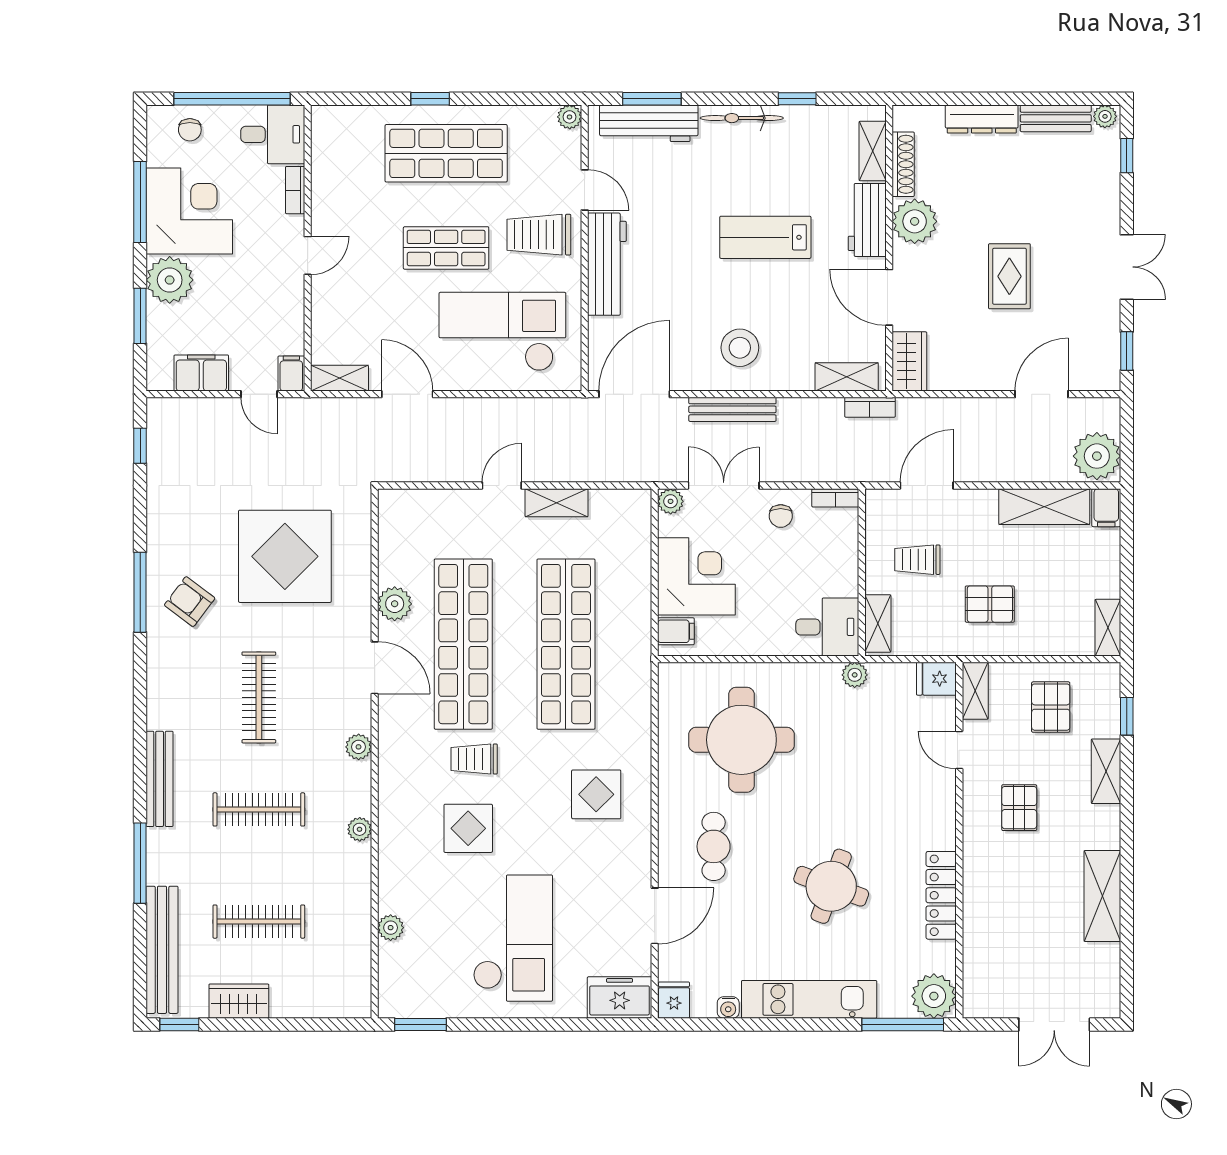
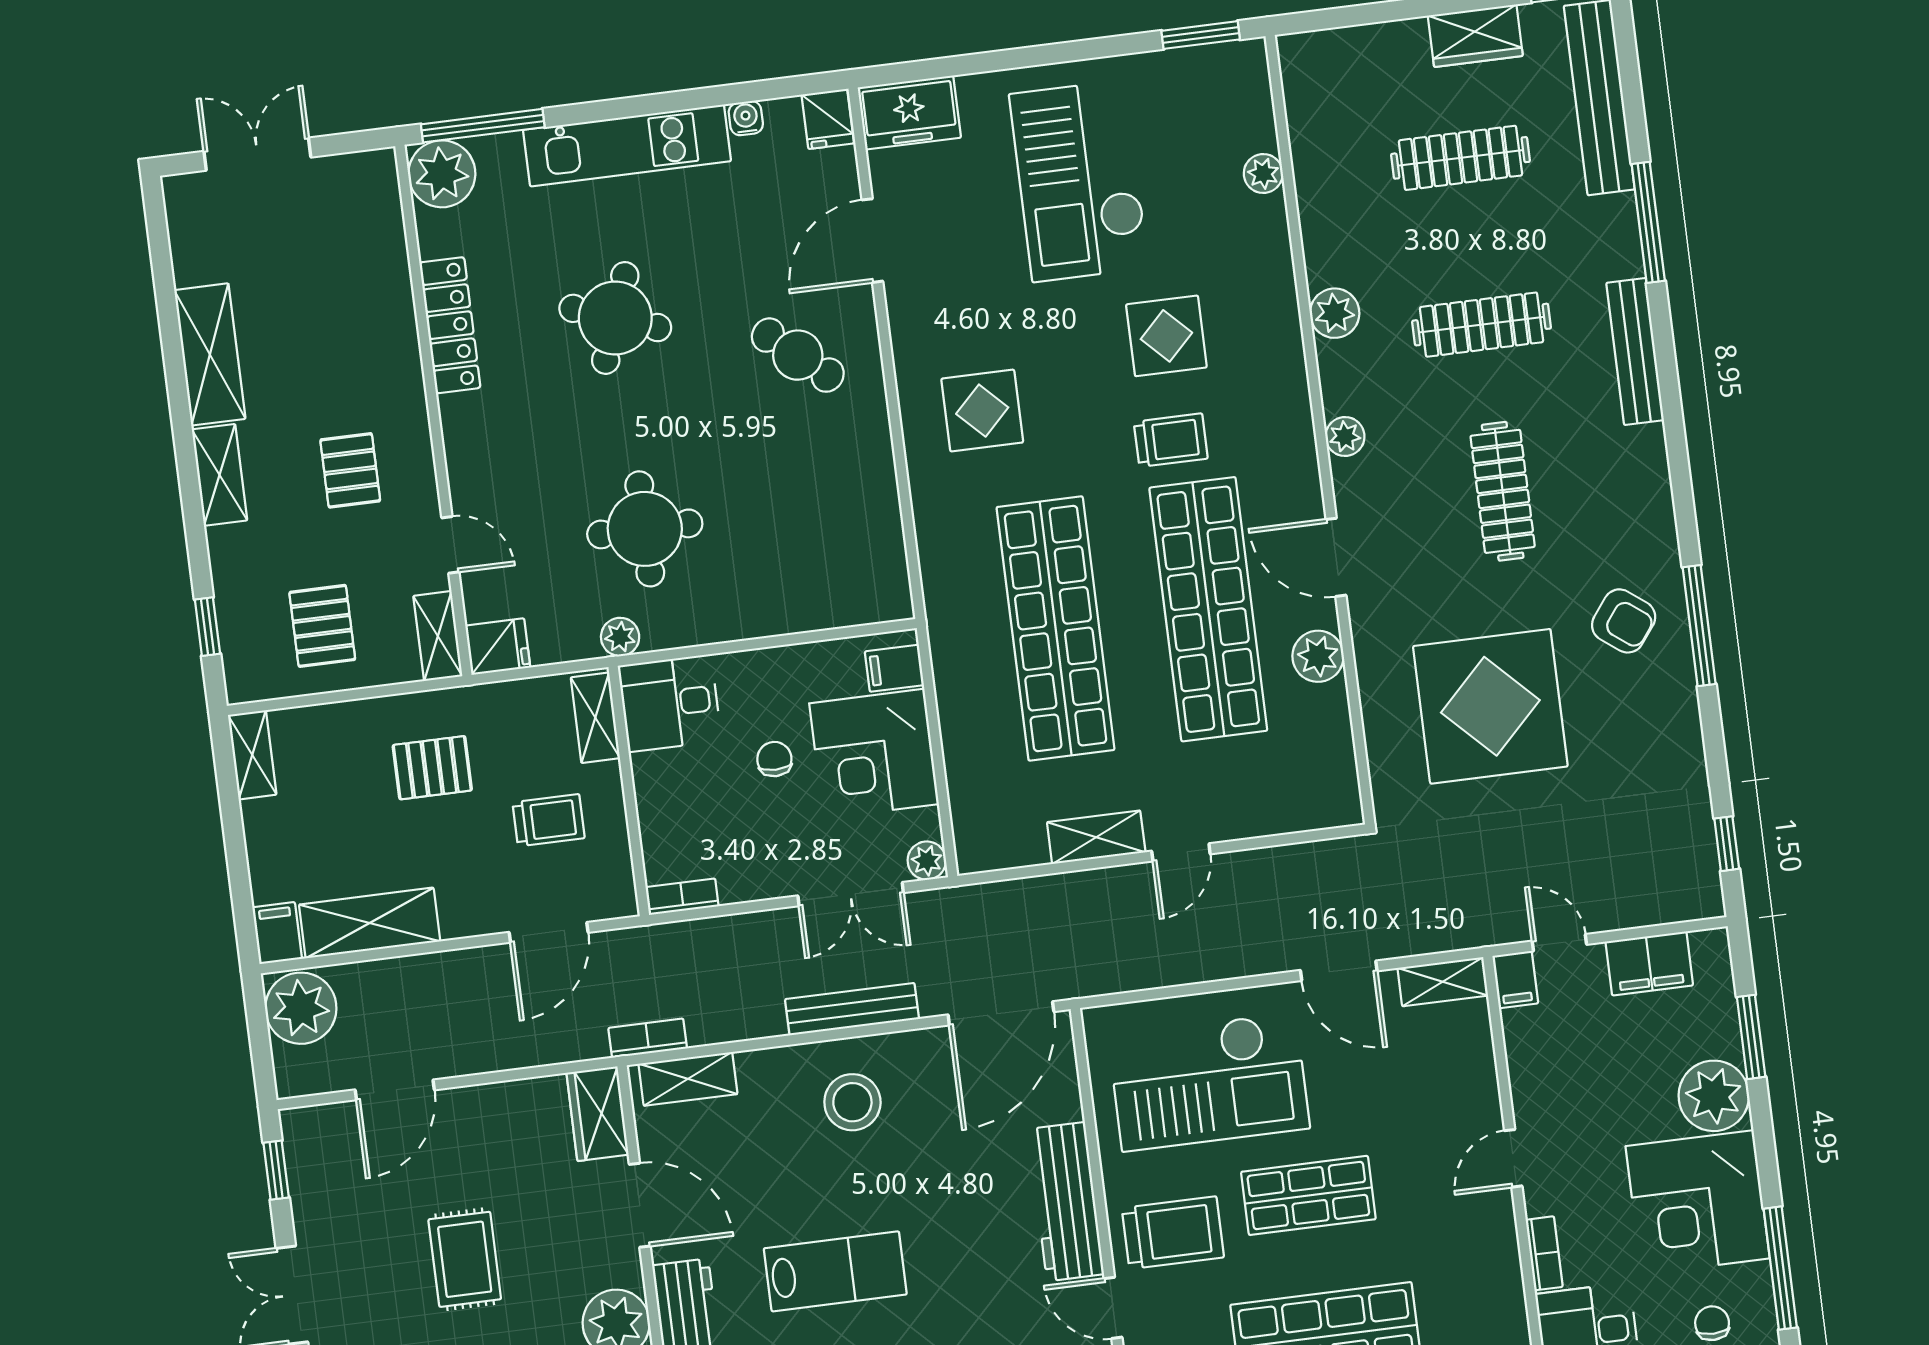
window: (140, 202) -> (1780, 1268), moved
chair: (781, 516) -> (774, 759), moved
round table: (741, 740) -> (645, 529), moved, width x0.73, depth x0.73
shelving: (1106, 771) -> (220, 475), moved
plant: (360, 829) -> (1335, 313), width x1.38, depth x1.38
cafe table: (714, 846) -> (798, 355), turned -49

